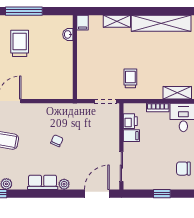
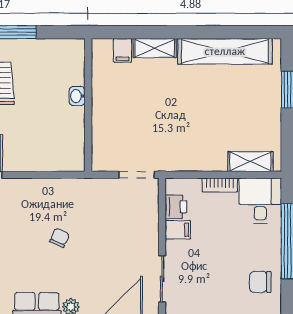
filing cabinet: (83, 23) -> (123, 50), moved
washbasin: (68, 34) -> (77, 96), moved
trolley: (130, 78) -> (176, 139), removed

